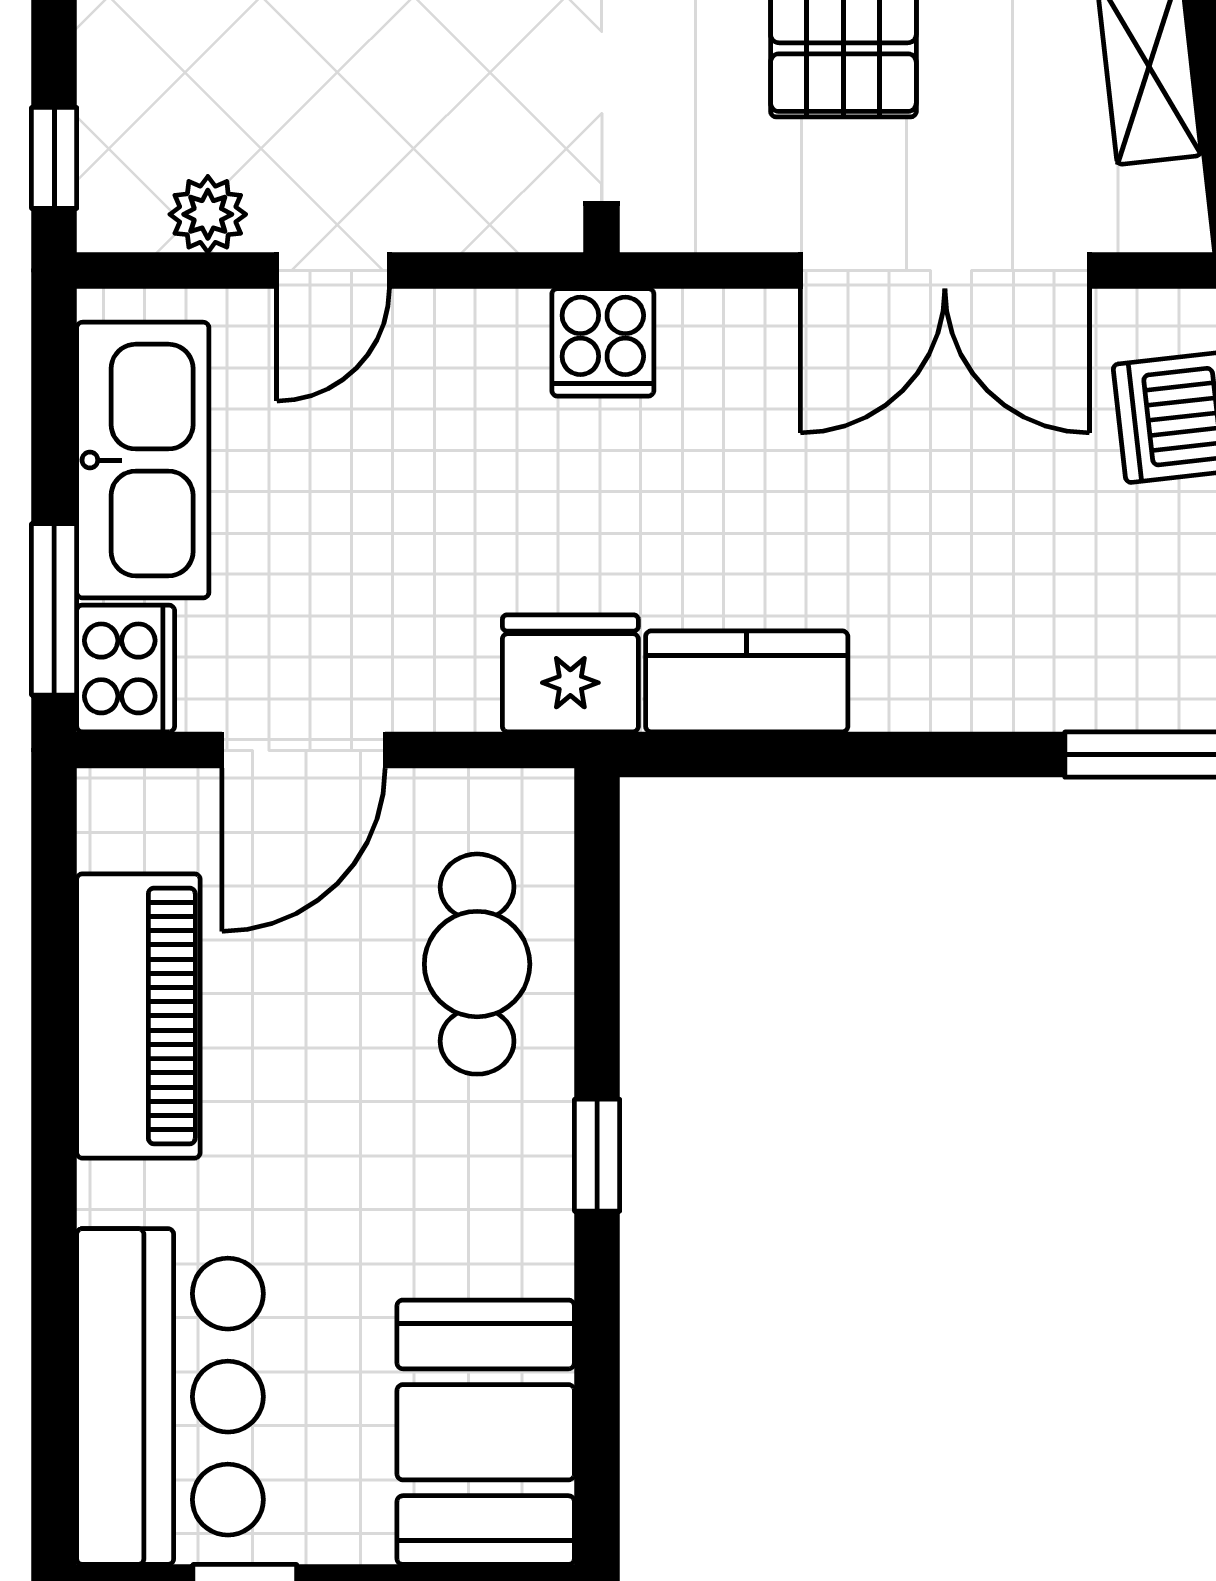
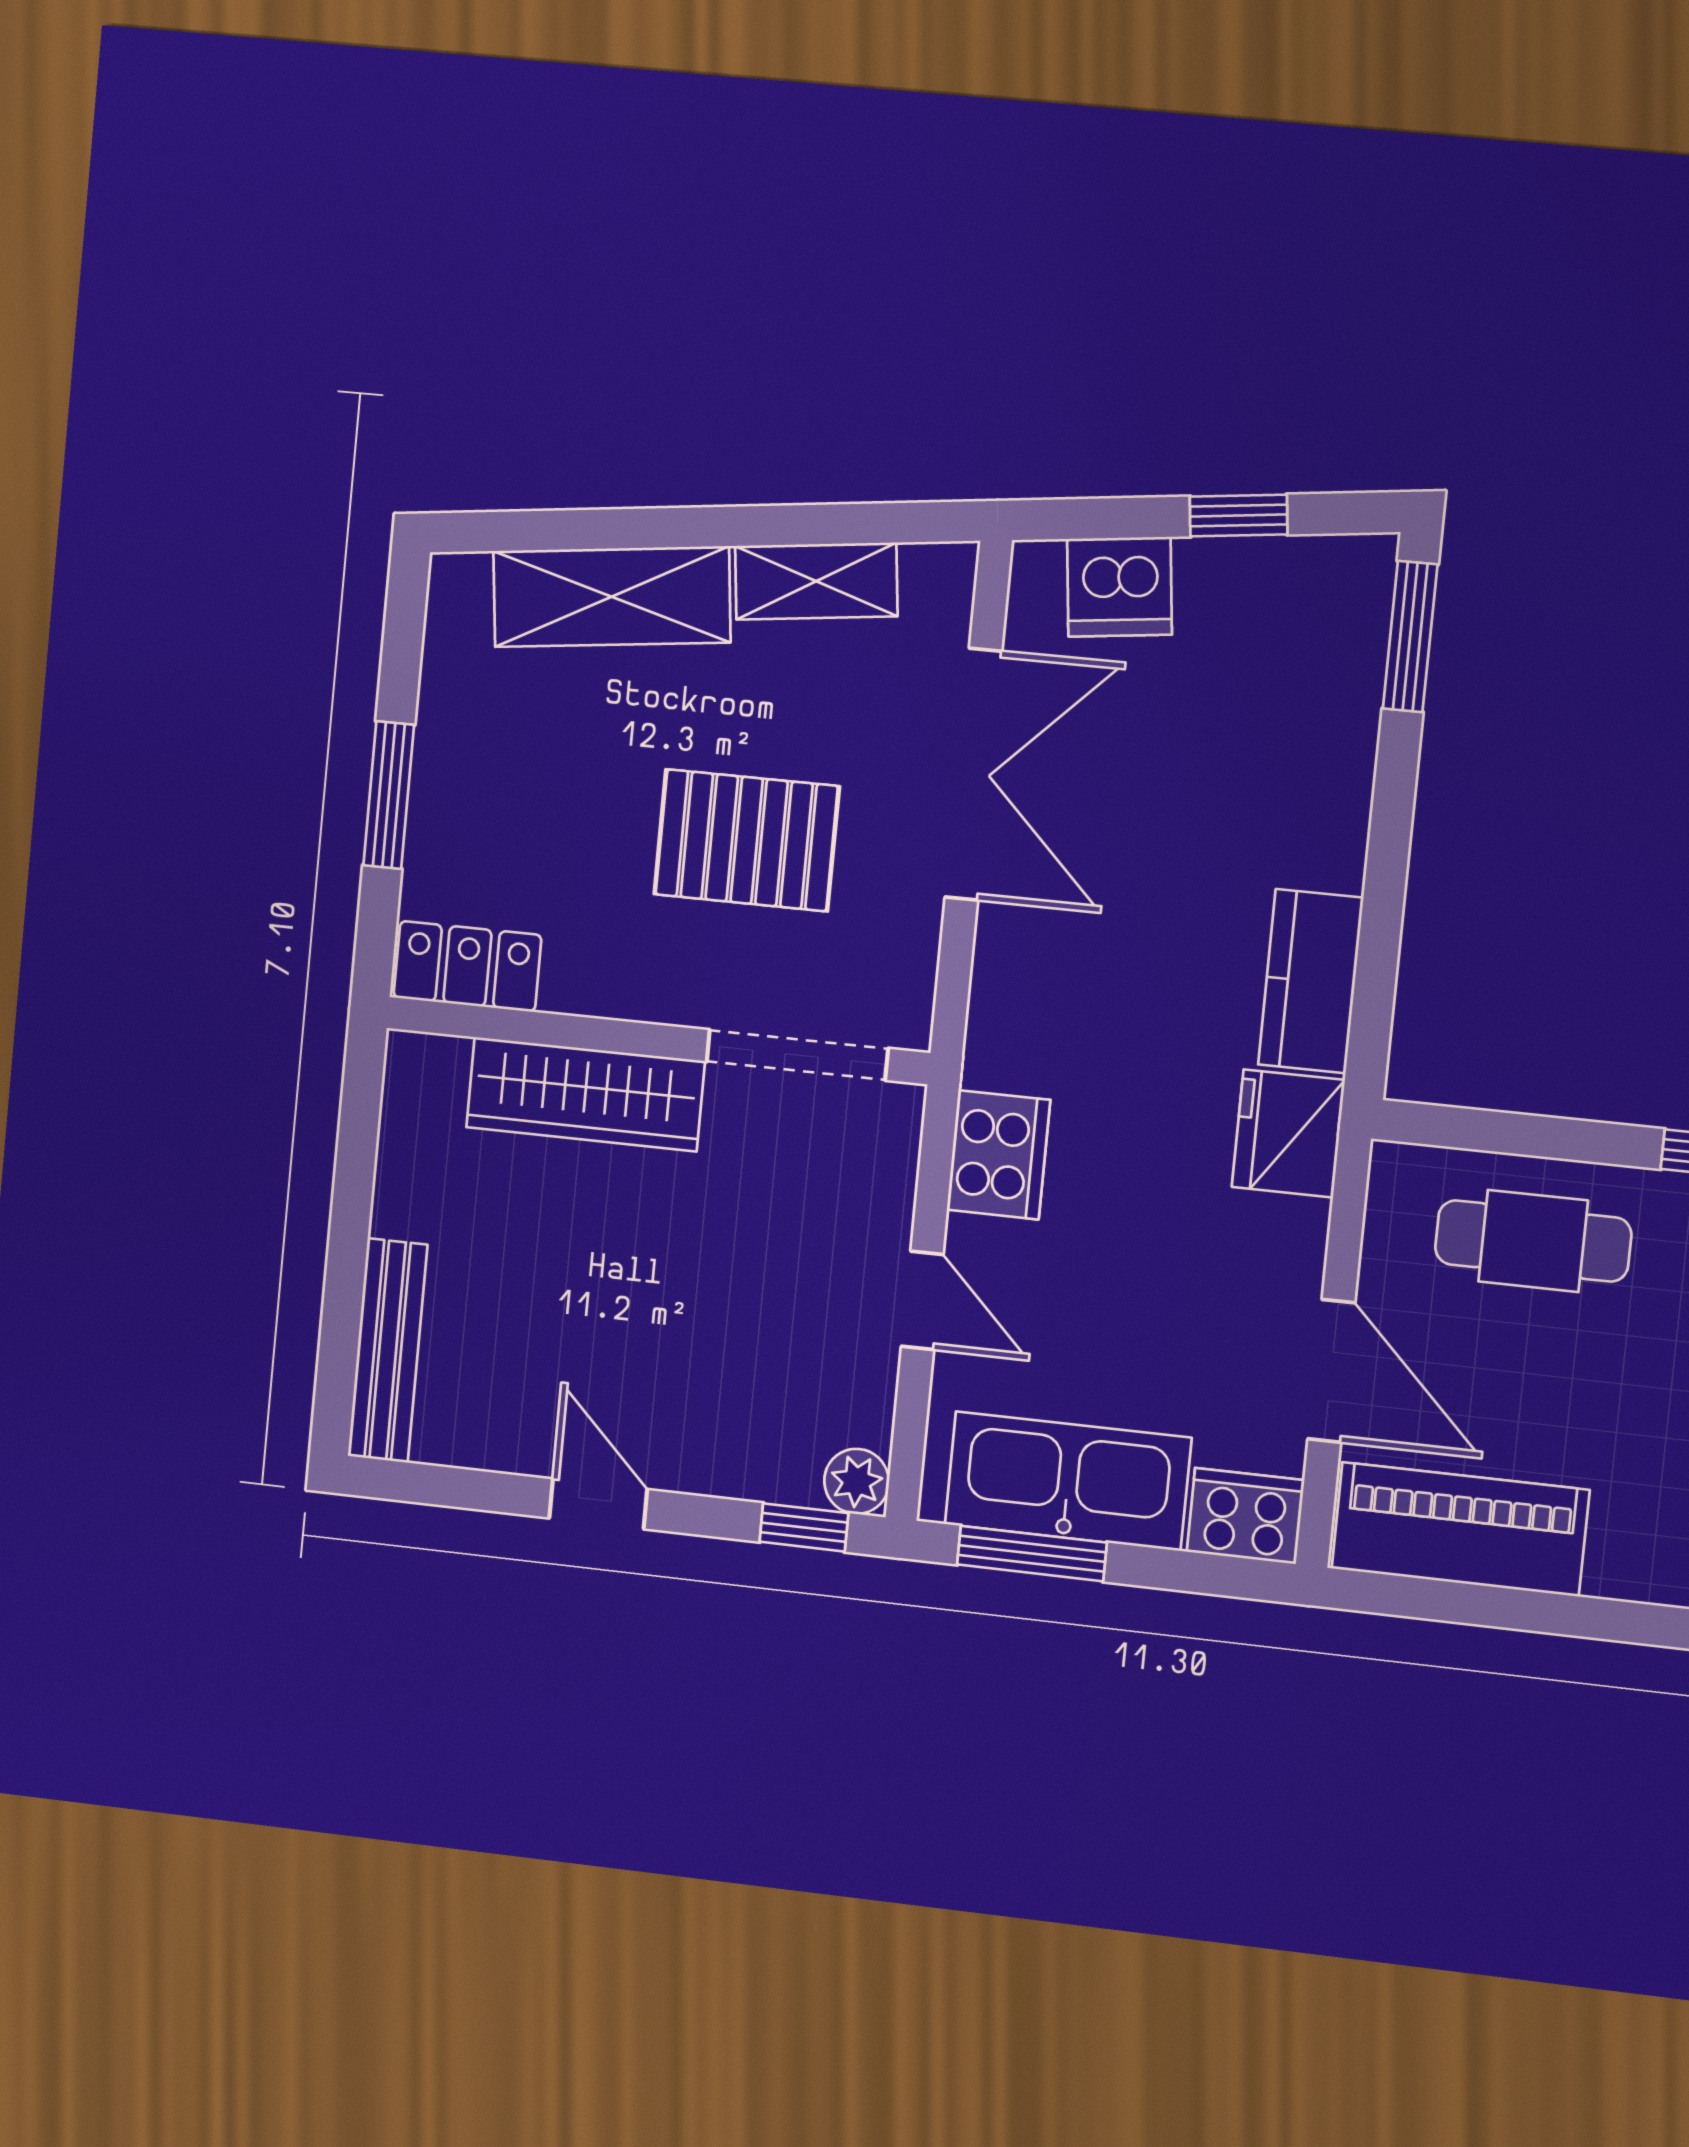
plant: (208, 214) -> (857, 1481), moved
cooker: (603, 342) -> (998, 1155), moved, width x1.36
window: (54, 609) -> (1032, 1554), moved
piano: (138, 1016) -> (1460, 1529), moved

